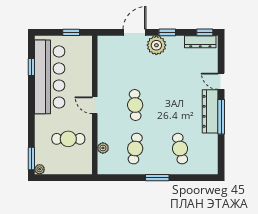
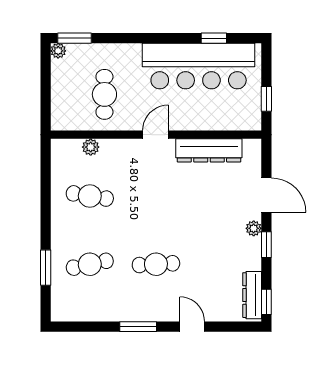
plant: (156, 45) -> (254, 228), width x0.53, depth x0.53
door: (221, 81) -> (192, 327), hinge flipped
cafe table: (135, 105) -> (156, 264), moved
dresser: (210, 111) -> (209, 150), moved, turned 180
window: (221, 117) -> (138, 327), width x0.69
window: (157, 178) -> (46, 268), moved

